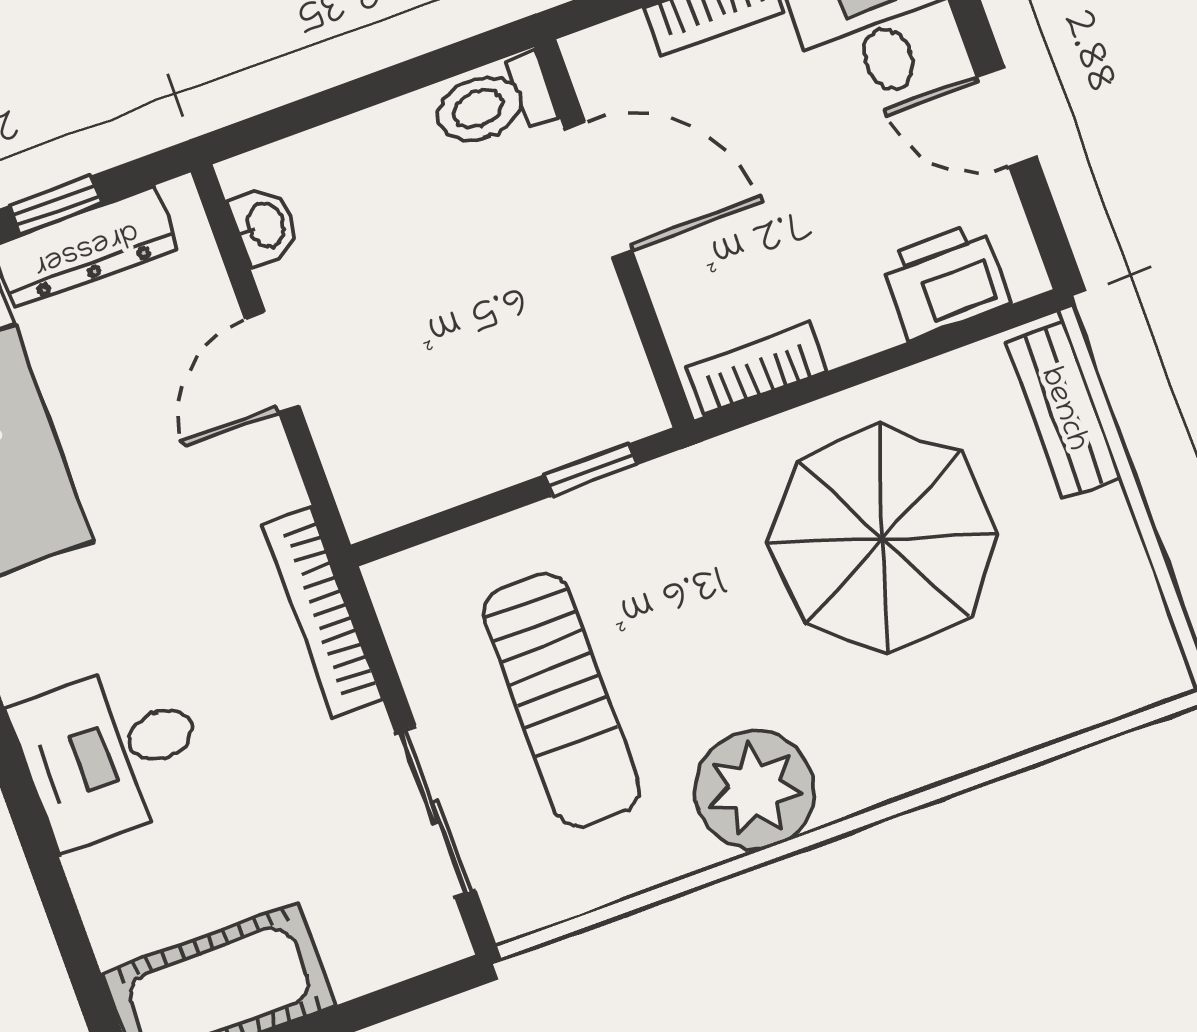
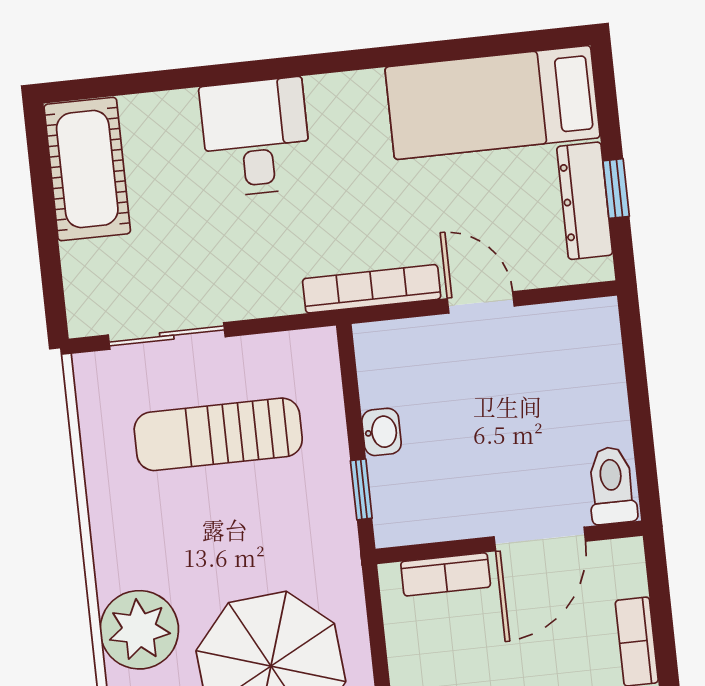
washbasin: (265, 226) -> (382, 432), moved, turned -90
bookcase: (757, 369) -> (446, 574), moved, turned 90
bookcase: (323, 612) -> (372, 289), moved
plant: (755, 790) -> (139, 630), moved

